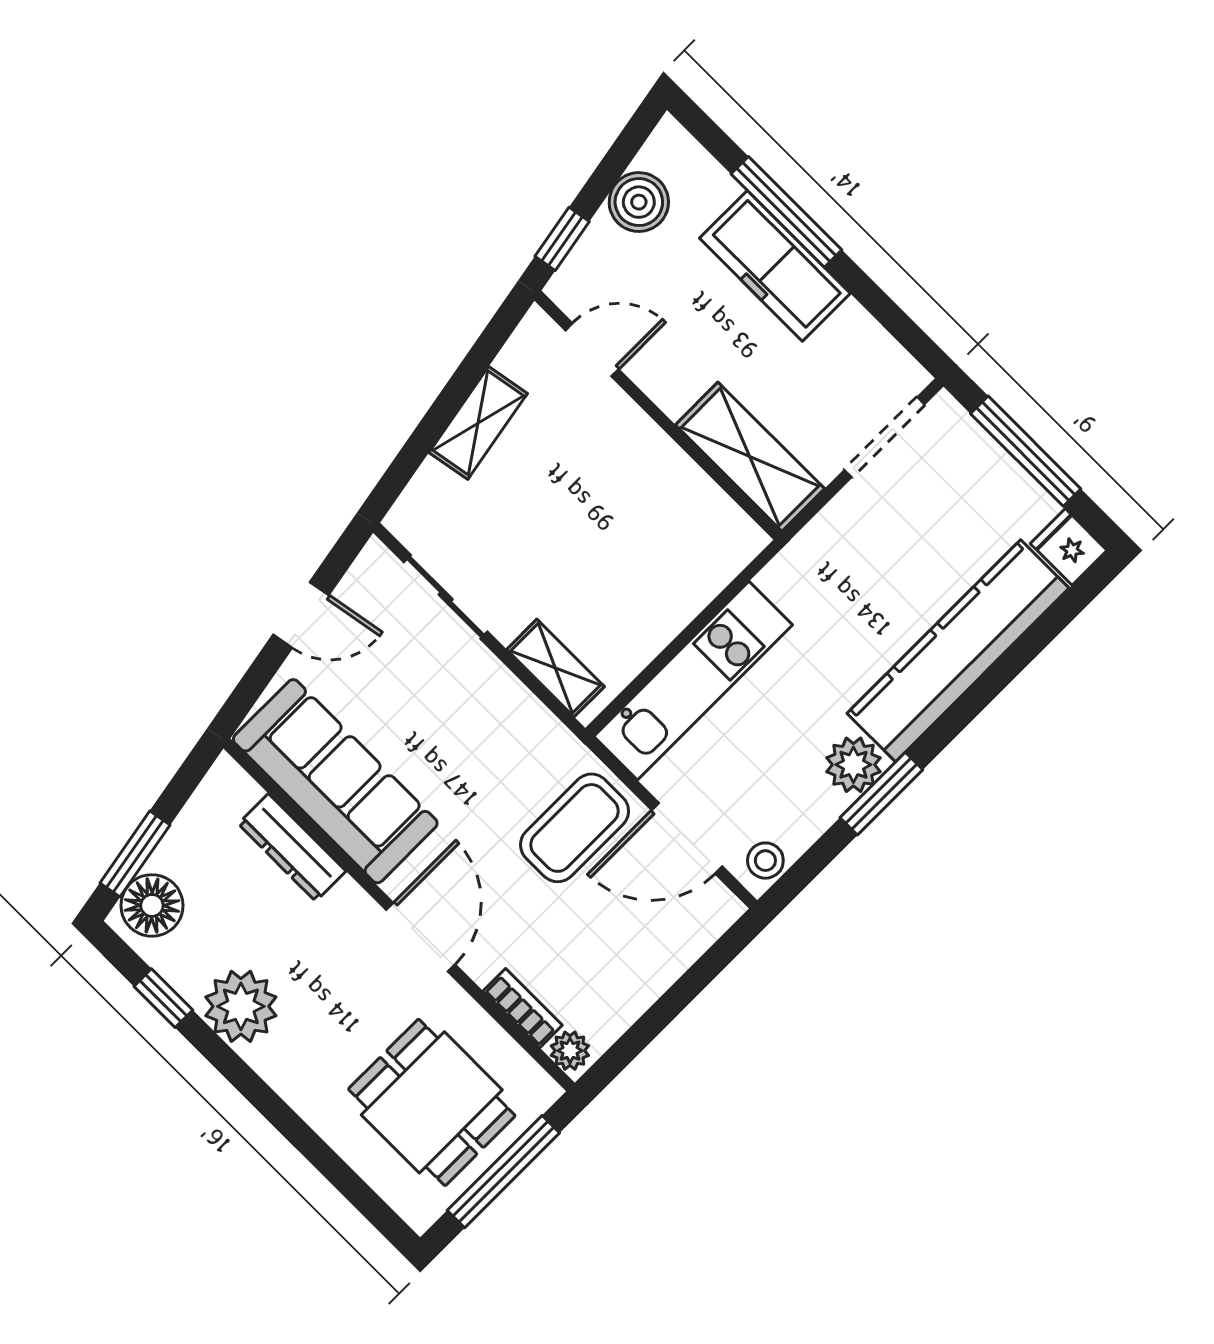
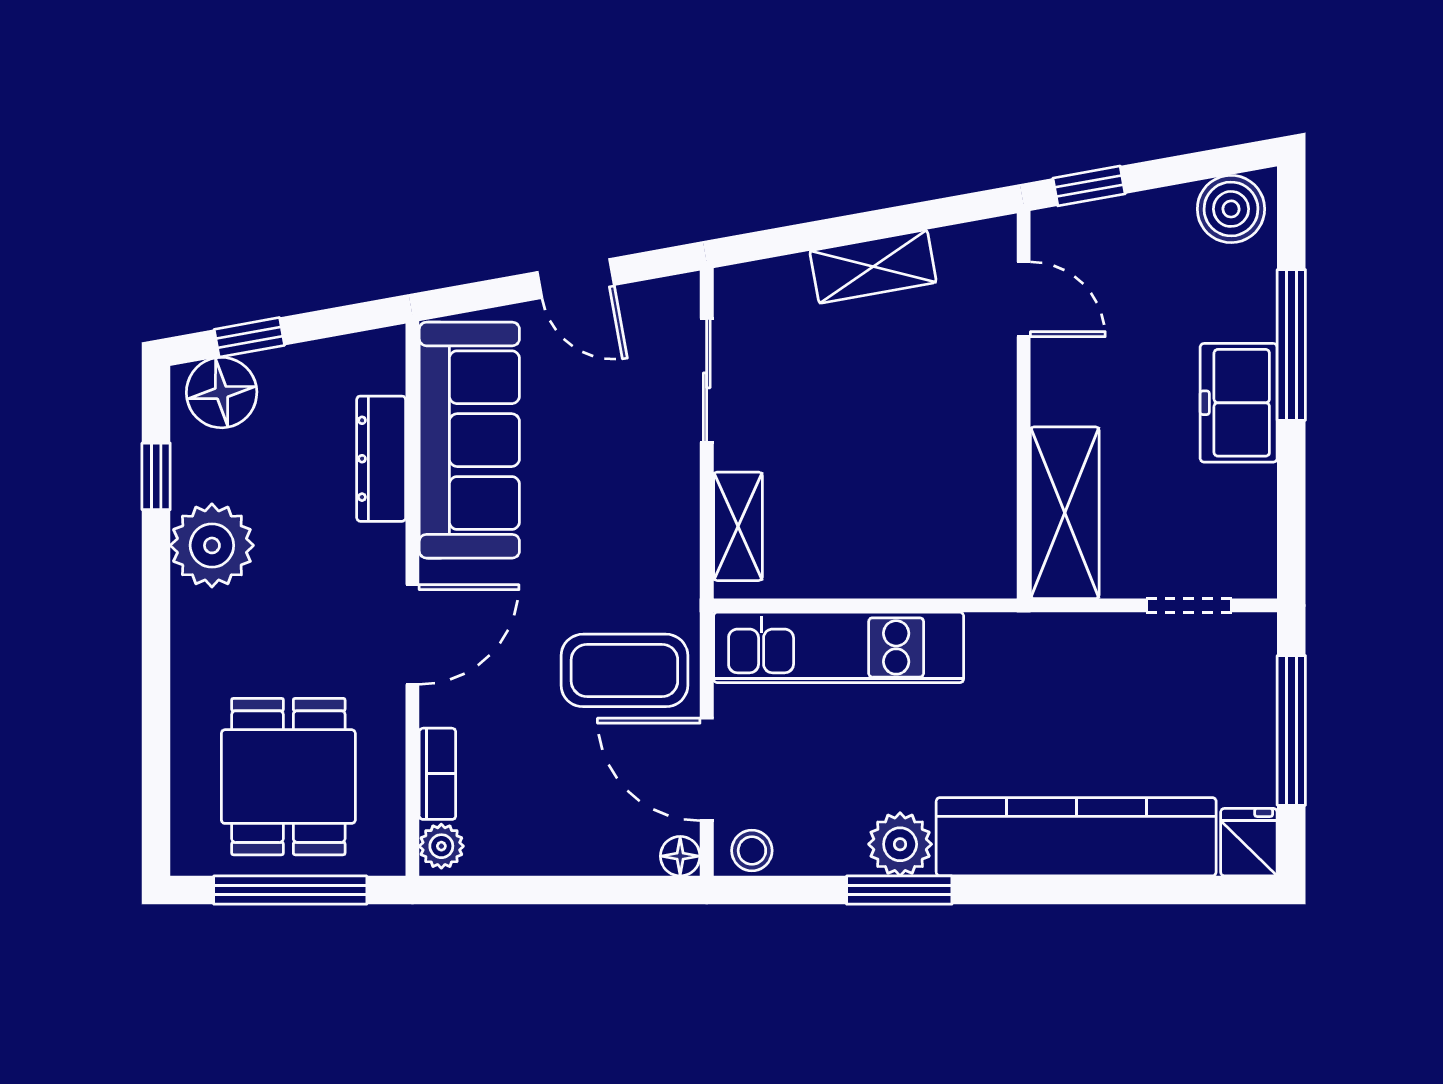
boiler: (639, 202) -> (1231, 209), moved
freezer: (775, 266) -> (1239, 403), width x0.71
doorway: (884, 437) -> (1189, 605), width x0.73
window: (135, 854) -> (249, 337), width x0.67
floor lamp: (724, 909) -> (680, 856), added

